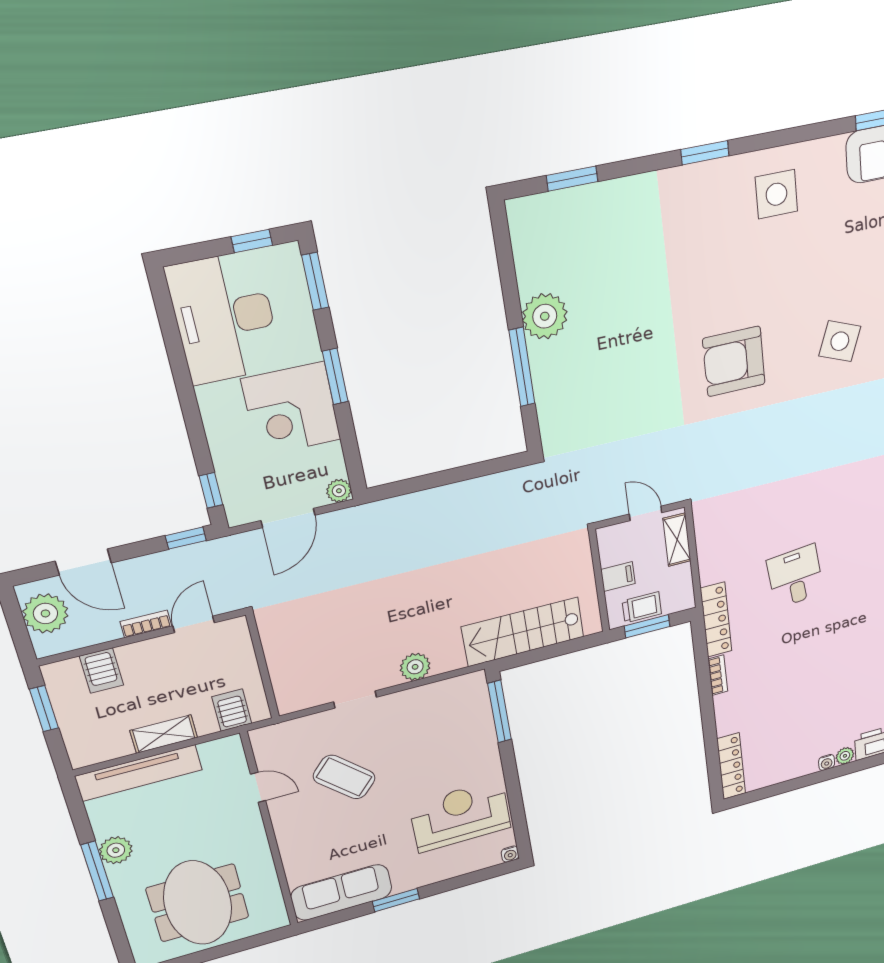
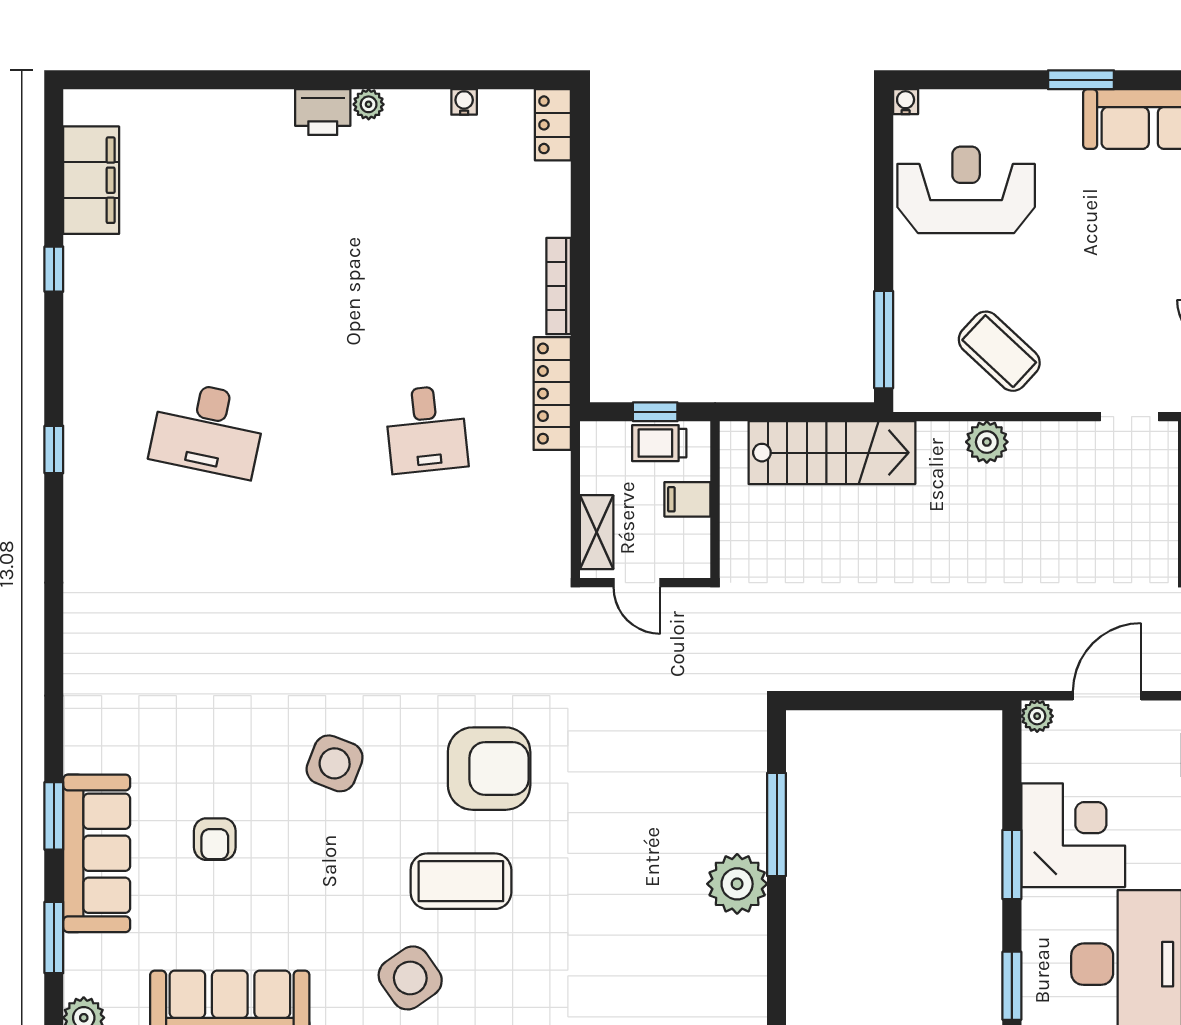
side table: (776, 194) -> (410, 978), turned -35
coffee table: (746, 275) -> (461, 881), added
window: (647, 626) -> (655, 412), width x0.67
bookcase: (718, 675) -> (559, 286), width x1.56
doorway: (355, 699) -> (1130, 417), moved
water cooler: (827, 762) -> (464, 102), moved
locker: (731, 766) -> (553, 125), width x0.66
coffee table: (344, 777) -> (999, 351), moved
reception desk: (460, 816) -> (966, 190), turned 180

